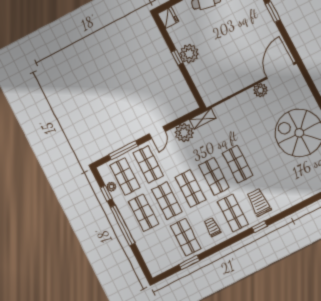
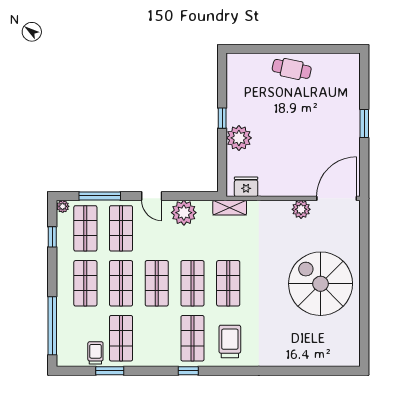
fridge: (168, 18) -> (246, 187), moved, turned -90
plant: (189, 54) -> (239, 138), moved
shelving: (203, 119) -> (230, 208), moved
door: (157, 133) -> (152, 196), hinge flipped
plant: (111, 187) -> (63, 206), moved
window: (122, 225) -> (52, 326), moved
trolley: (212, 227) -> (95, 353), moved
window: (260, 227) -> (188, 371), moved

